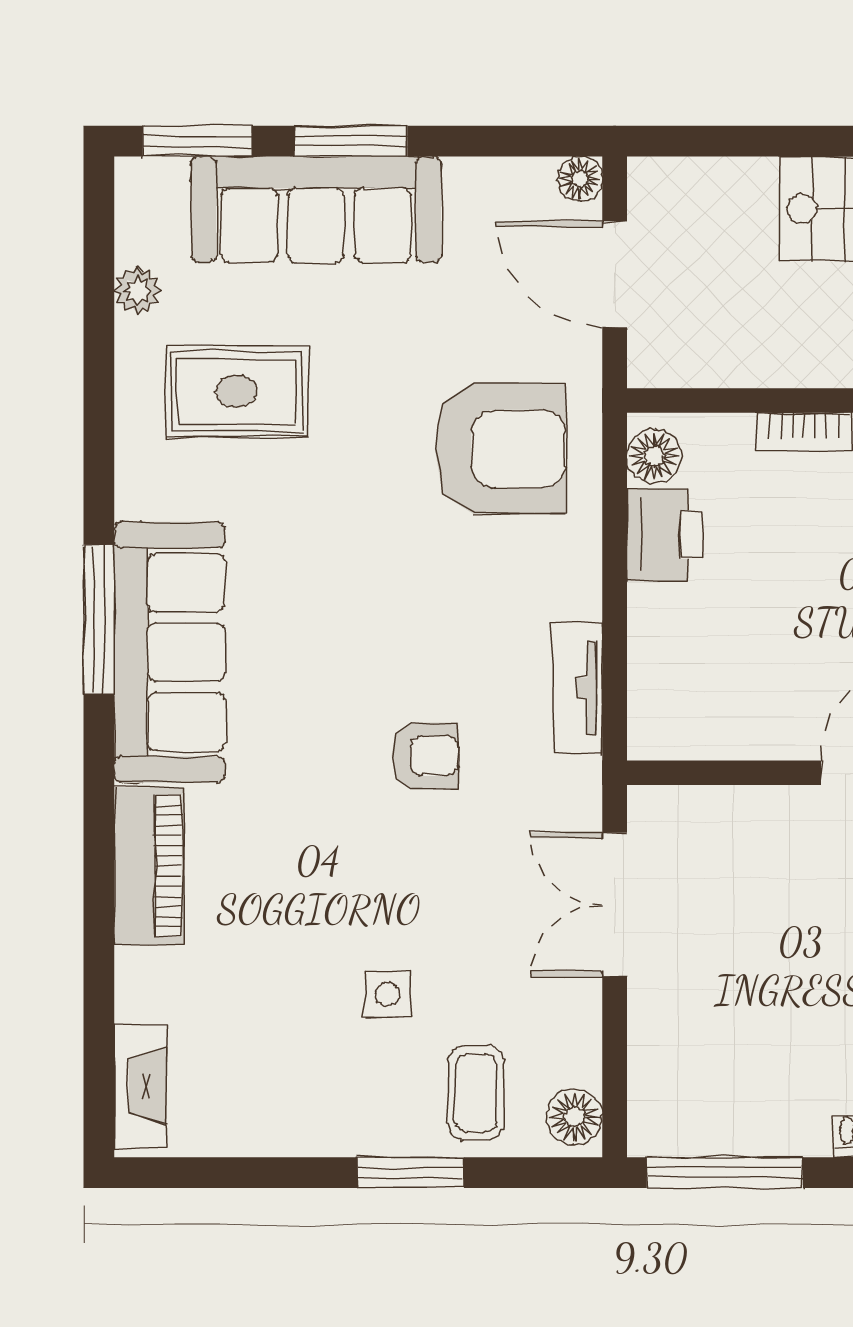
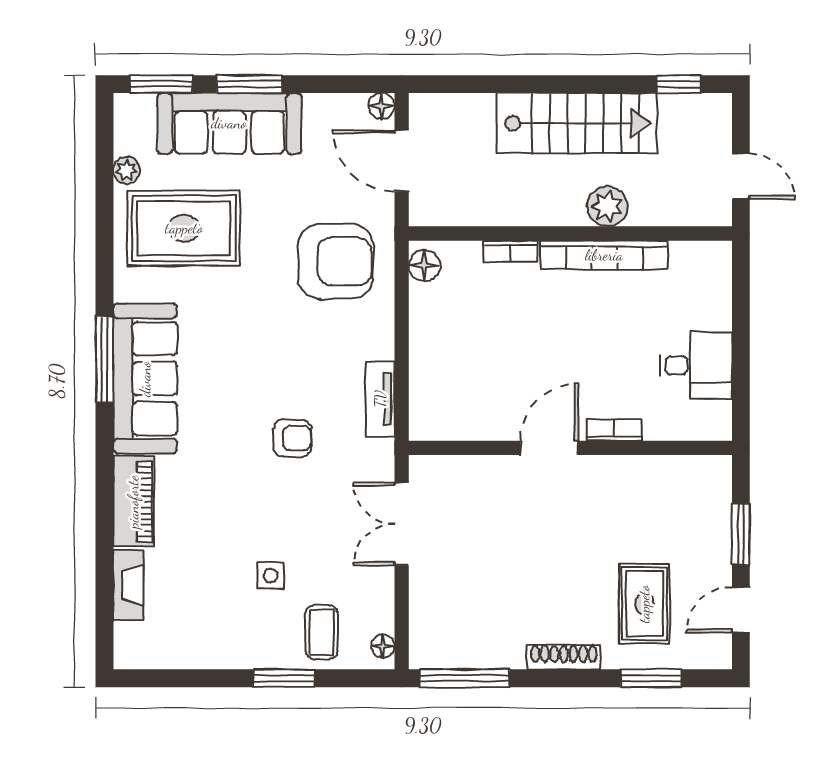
rug: (237, 391) -> (184, 228), width x1.36, depth x1.43
printer: (665, 535) -> (431, 311), removed
fireplace: (140, 1086) -> (128, 585), moved
floor lamp: (575, 1117) -> (383, 646), width x0.73, depth x0.73

